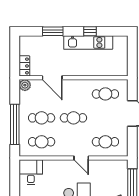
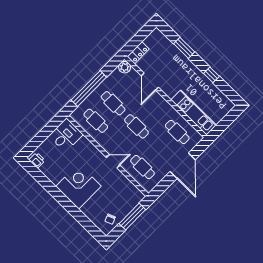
kitchen unit: (88, 42) -> (194, 112), moved, turned 180
door: (81, 158) -> (113, 161), swing flipped

